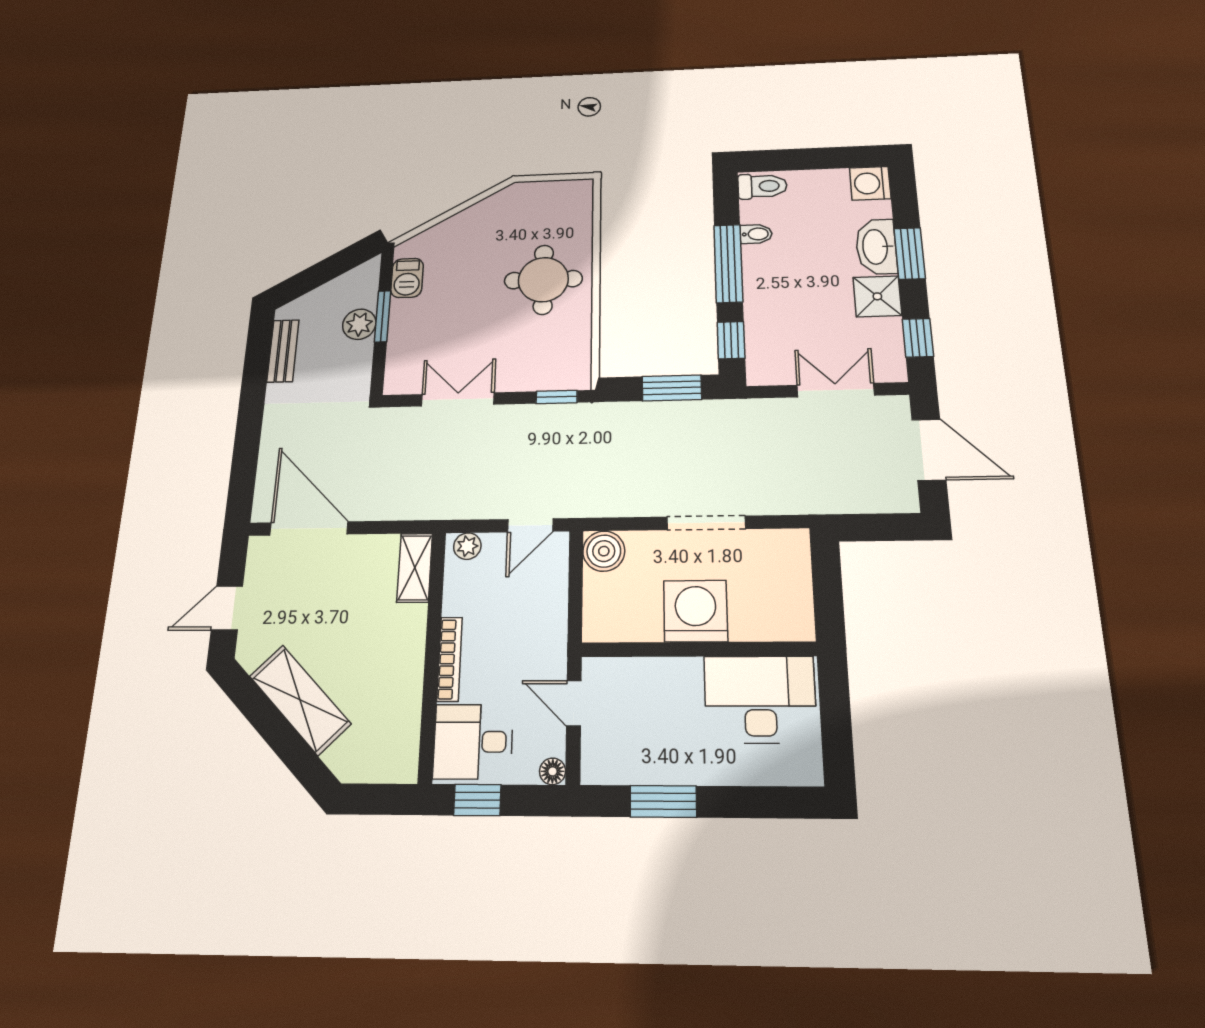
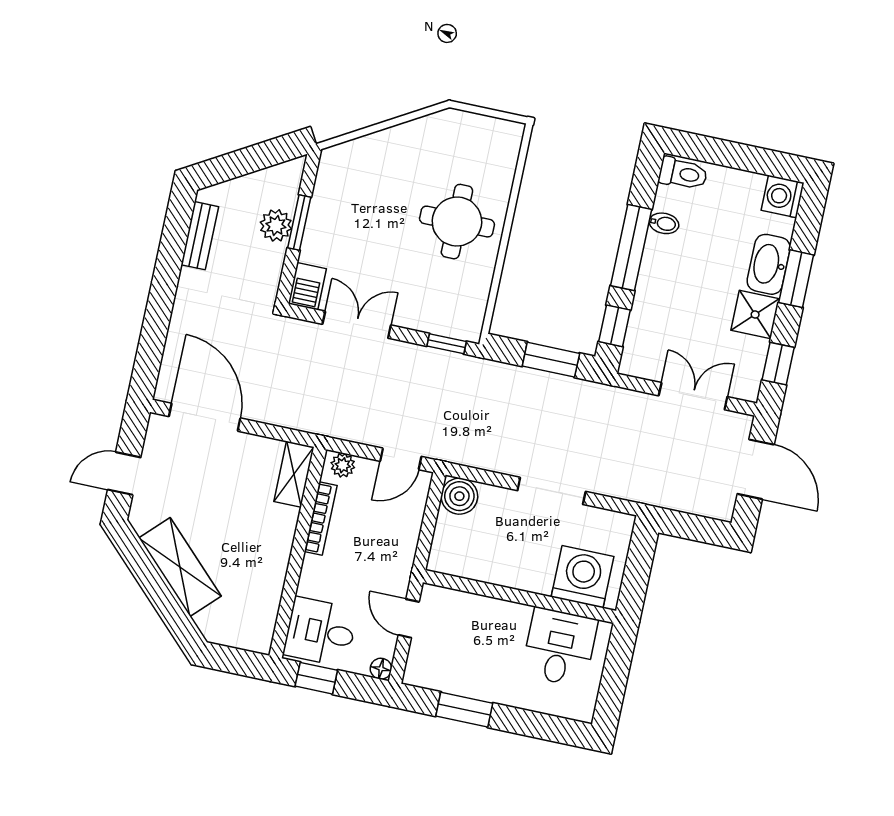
barbecue: (407, 278) -> (307, 286), moved
washing machine: (696, 611) -> (582, 577), moved
bookcase: (450, 659) -> (321, 519), moved
desk: (760, 699) -> (560, 647), width x0.73

